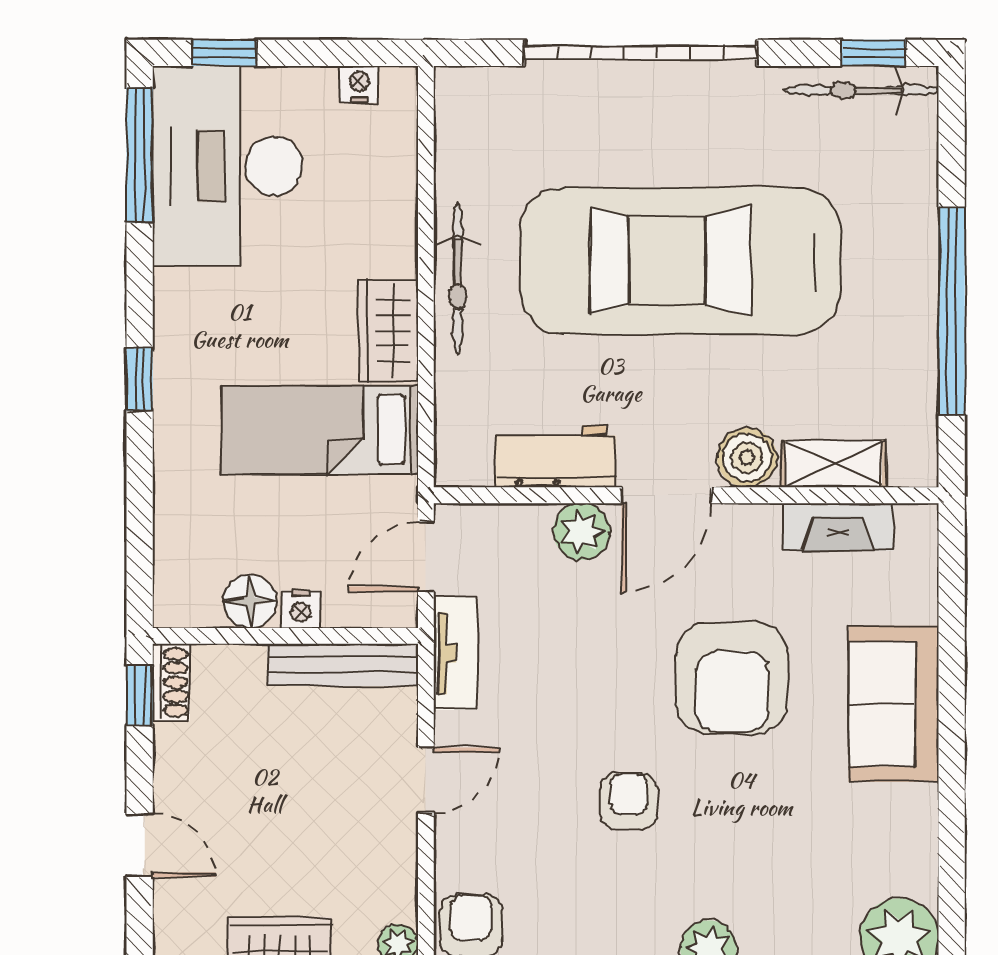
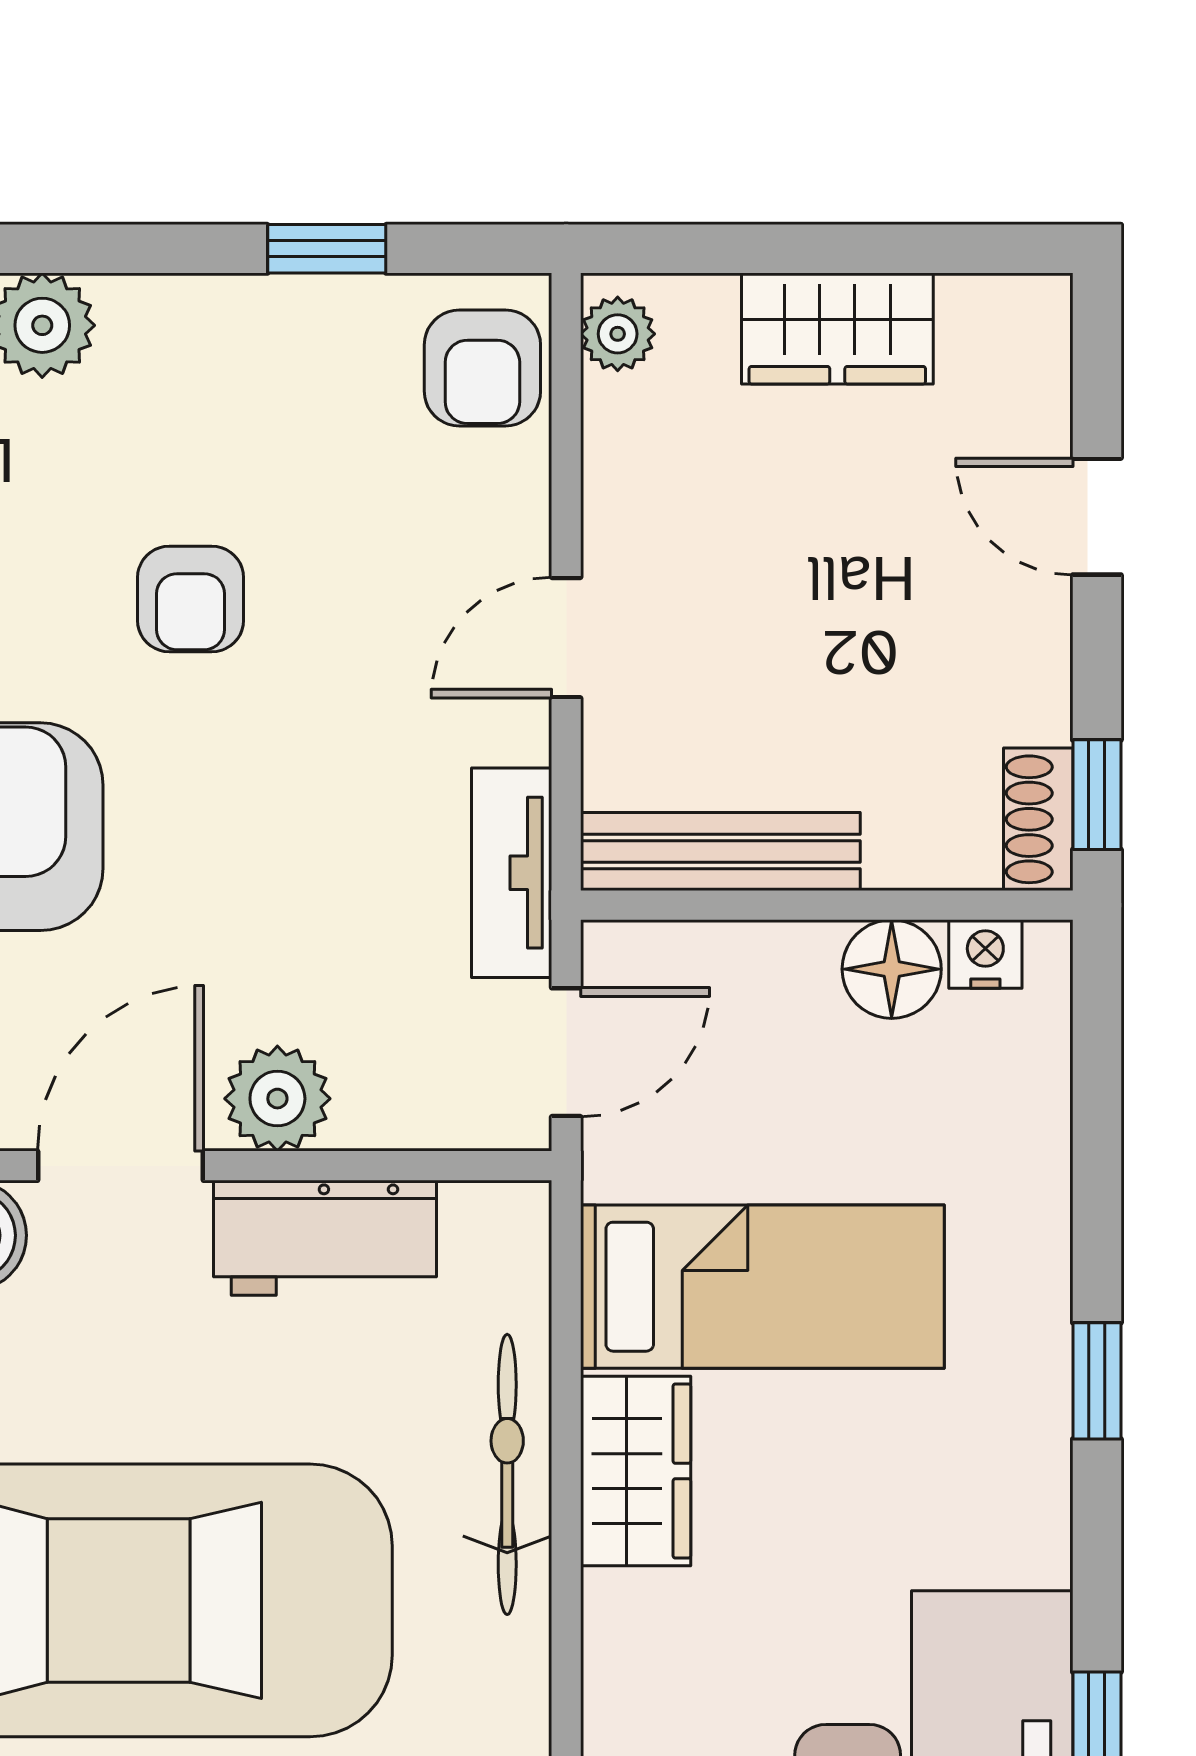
bicycle: (458, 278) -> (507, 1474), moved
nightstand: (301, 609) -> (985, 954), moved

